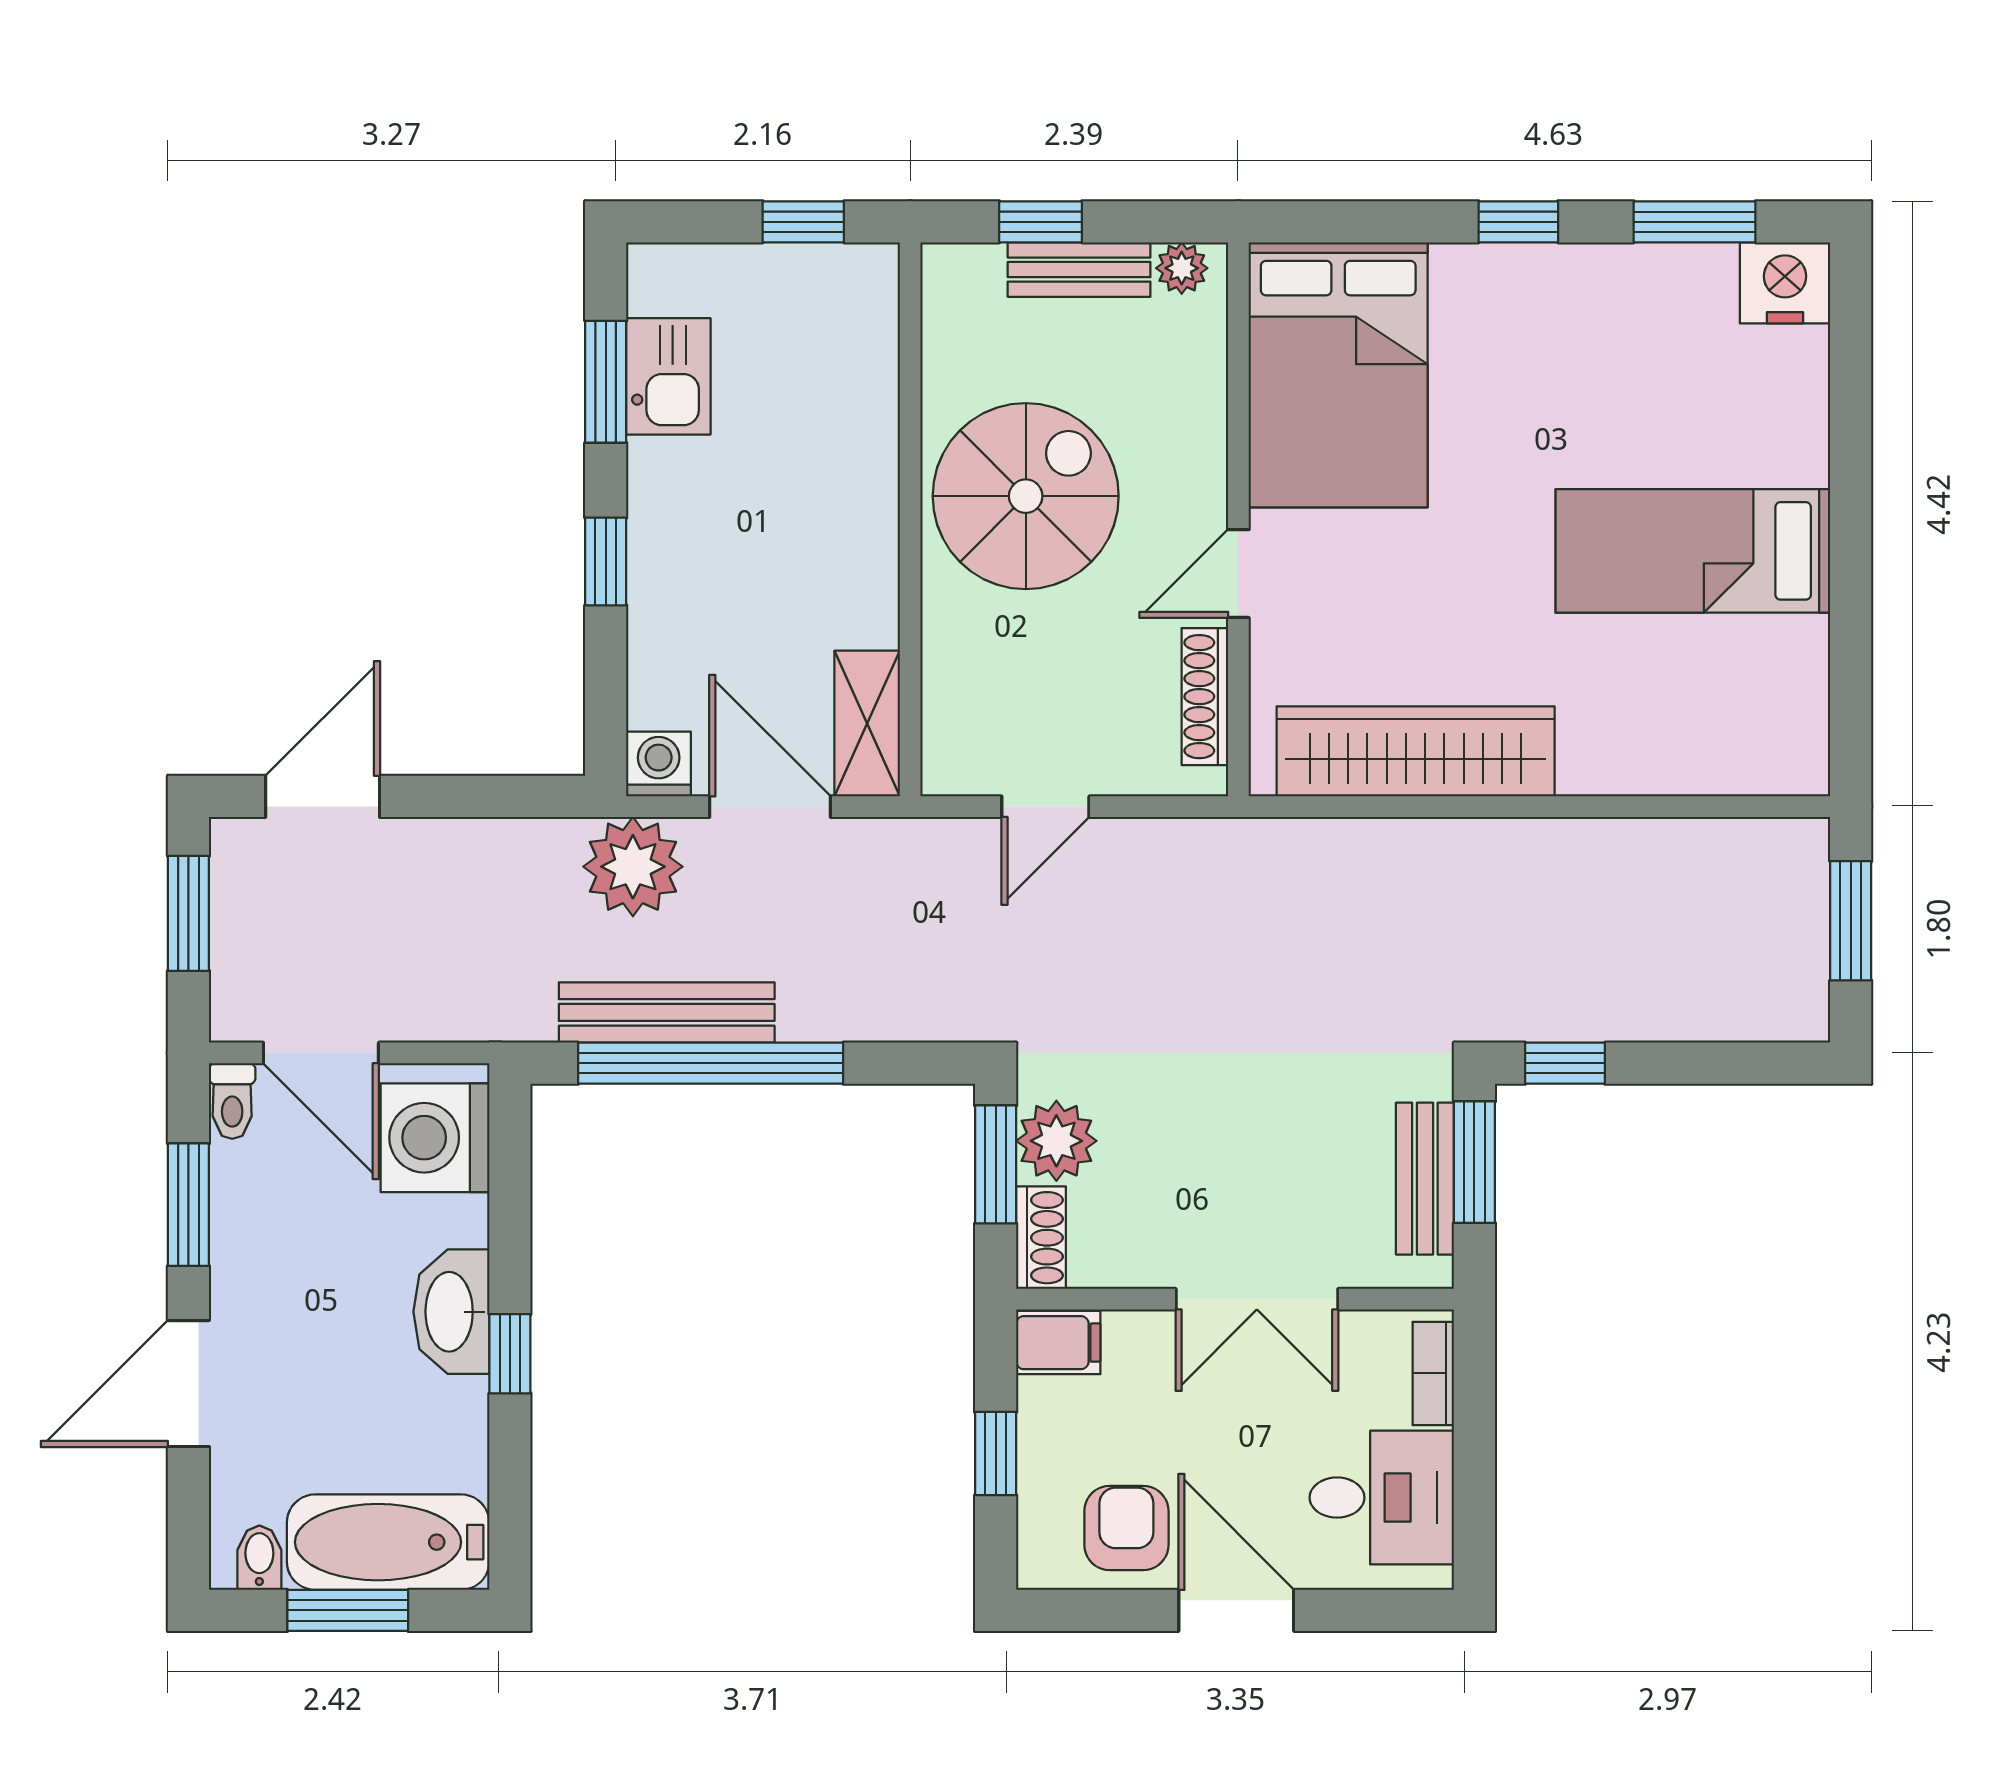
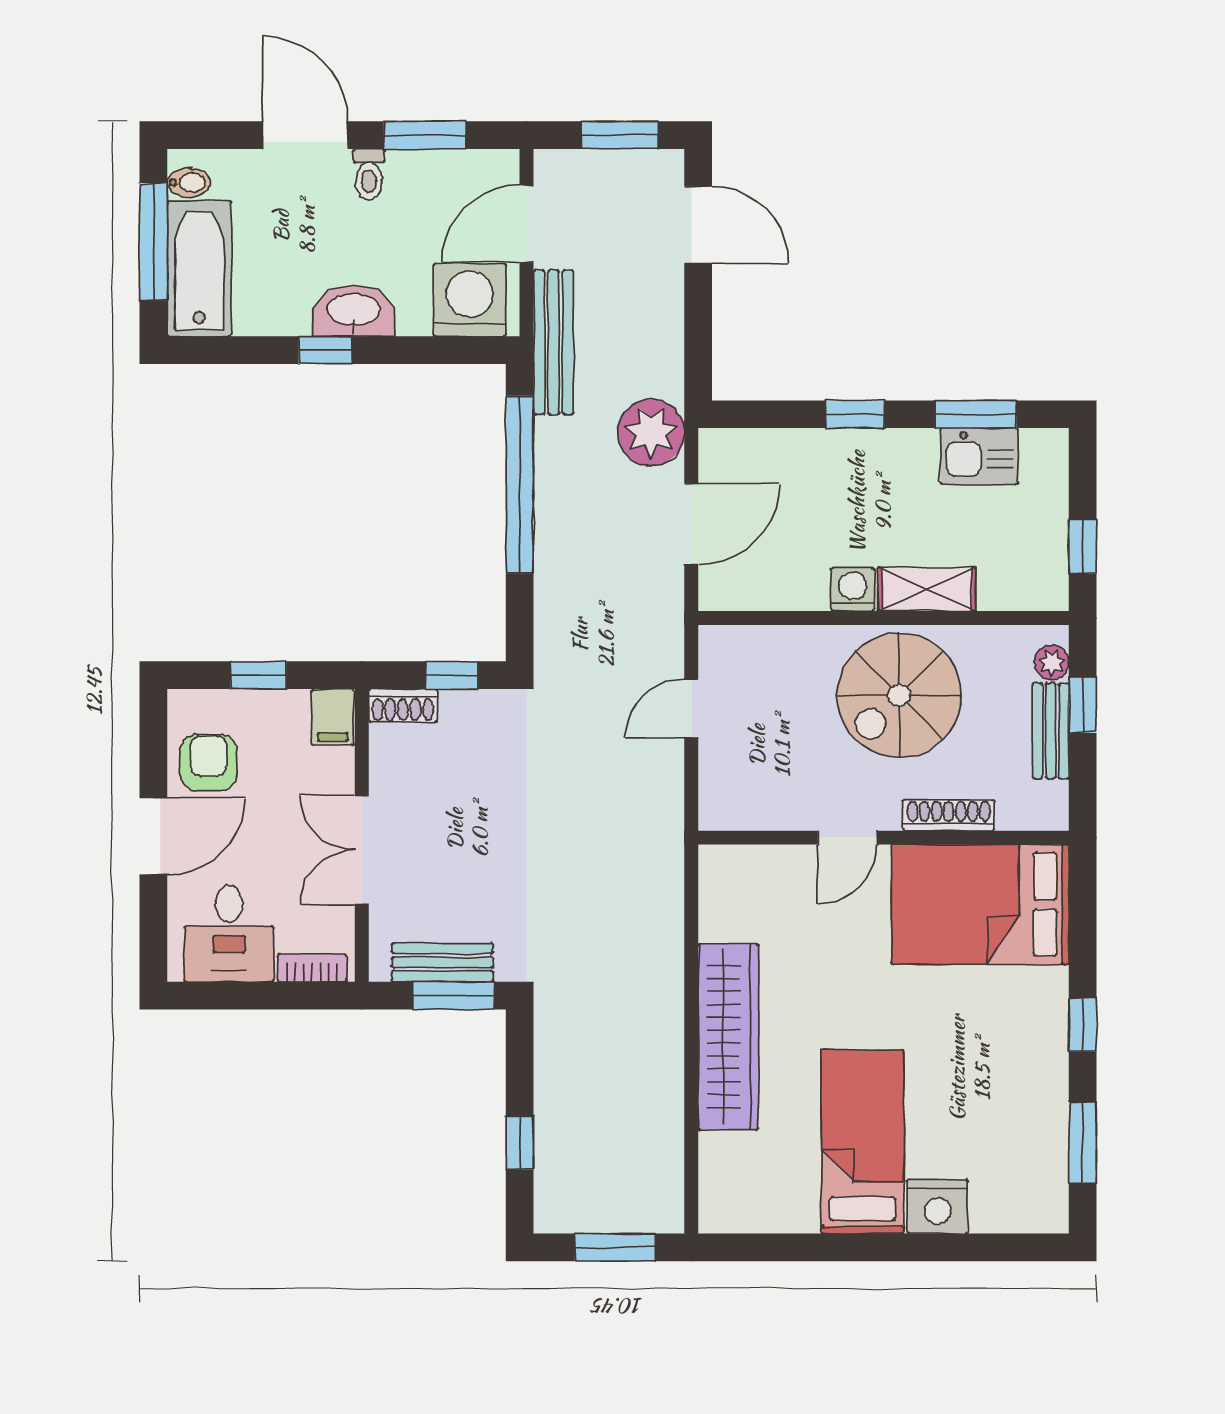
plant: (1182, 268) -> (1052, 662), moved
nightstand: (1785, 283) -> (938, 1206), moved, turned 90
spiral stairs: (1026, 496) -> (899, 695), turned 90
door: (1238, 574) -> (847, 838), swing flipped
shoe rack: (1205, 697) -> (949, 815), moved
shelving: (867, 724) -> (927, 589), moved
wardrobe: (1416, 751) -> (728, 1037), moved
washing machine: (659, 764) -> (853, 589), moved, turned -90
door: (1045, 807) -> (691, 708), hinge flipped
bench: (667, 1012) -> (554, 342), moved
window: (1565, 1063) -> (520, 1143), moved
toilet: (232, 1101) -> (369, 174), moved, turned -90
plant: (1056, 1141) -> (468, 716), removed
window: (996, 1164) -> (452, 675), width x0.67
armchair: (1126, 1528) -> (209, 763), turned -90
window: (348, 1610) -> (153, 242), width x1.44

